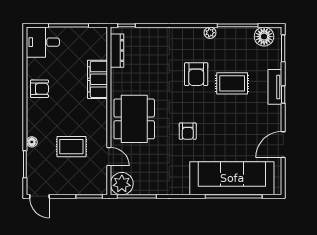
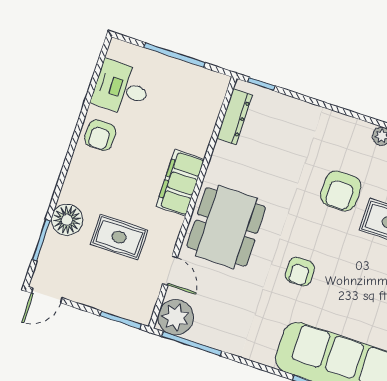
desk: (43, 42) -> (121, 88), moved
filing cabinet: (98, 79) -> (180, 183), moved
armchair: (39, 89) -> (100, 135), turned 90
floor lamp: (32, 142) -> (67, 220), width x1.89, depth x1.89
door: (40, 196) -> (47, 296), hinge flipped

